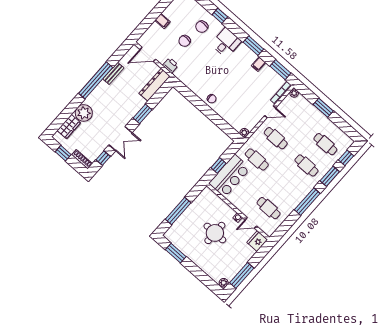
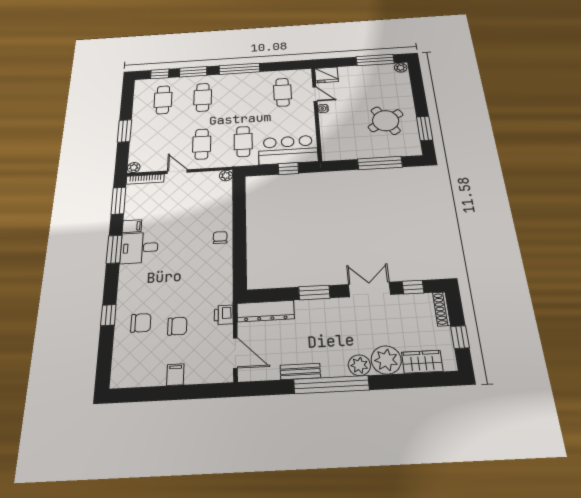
desk: (226, 43) -> (139, 248), moved
plant: (92, 100) -> (359, 365), added
round table: (215, 233) -> (386, 121), moved, turned -31

